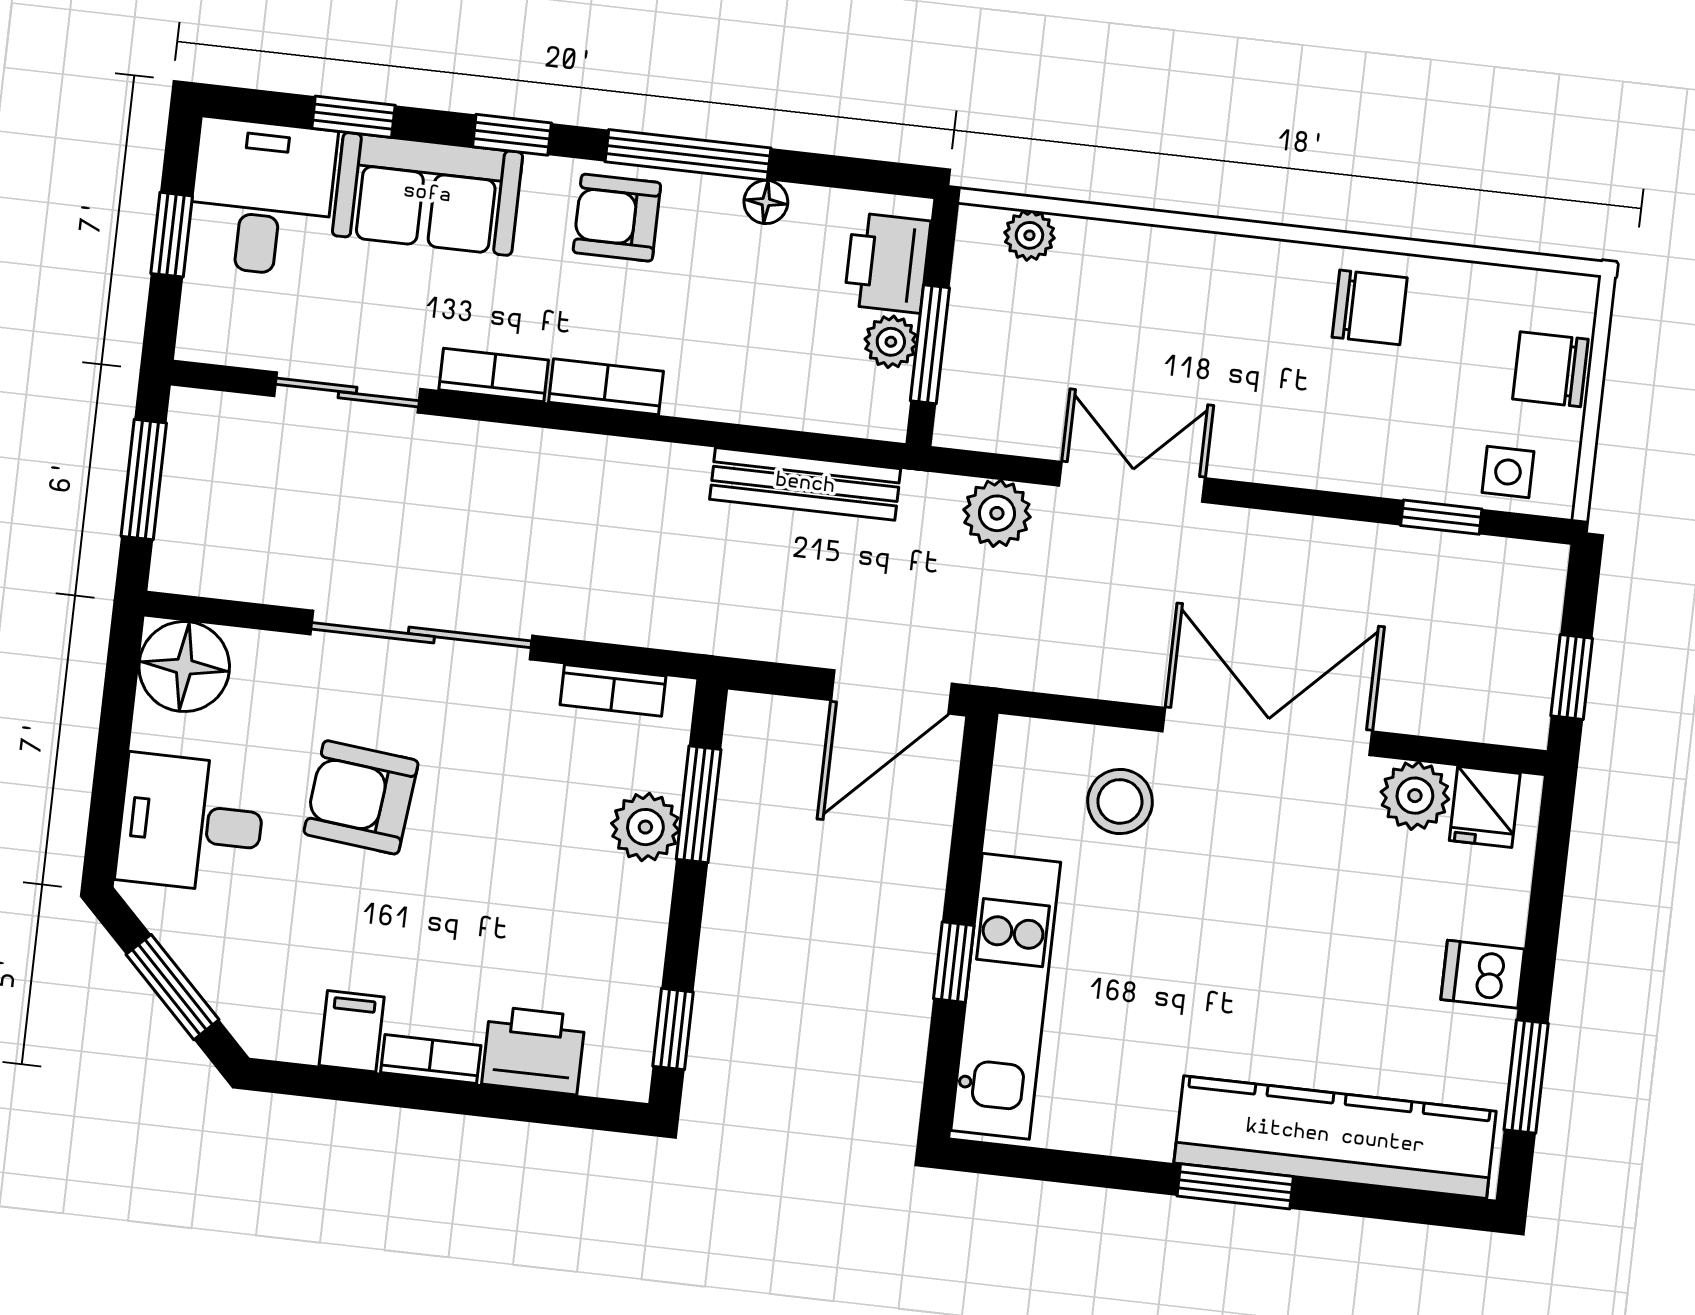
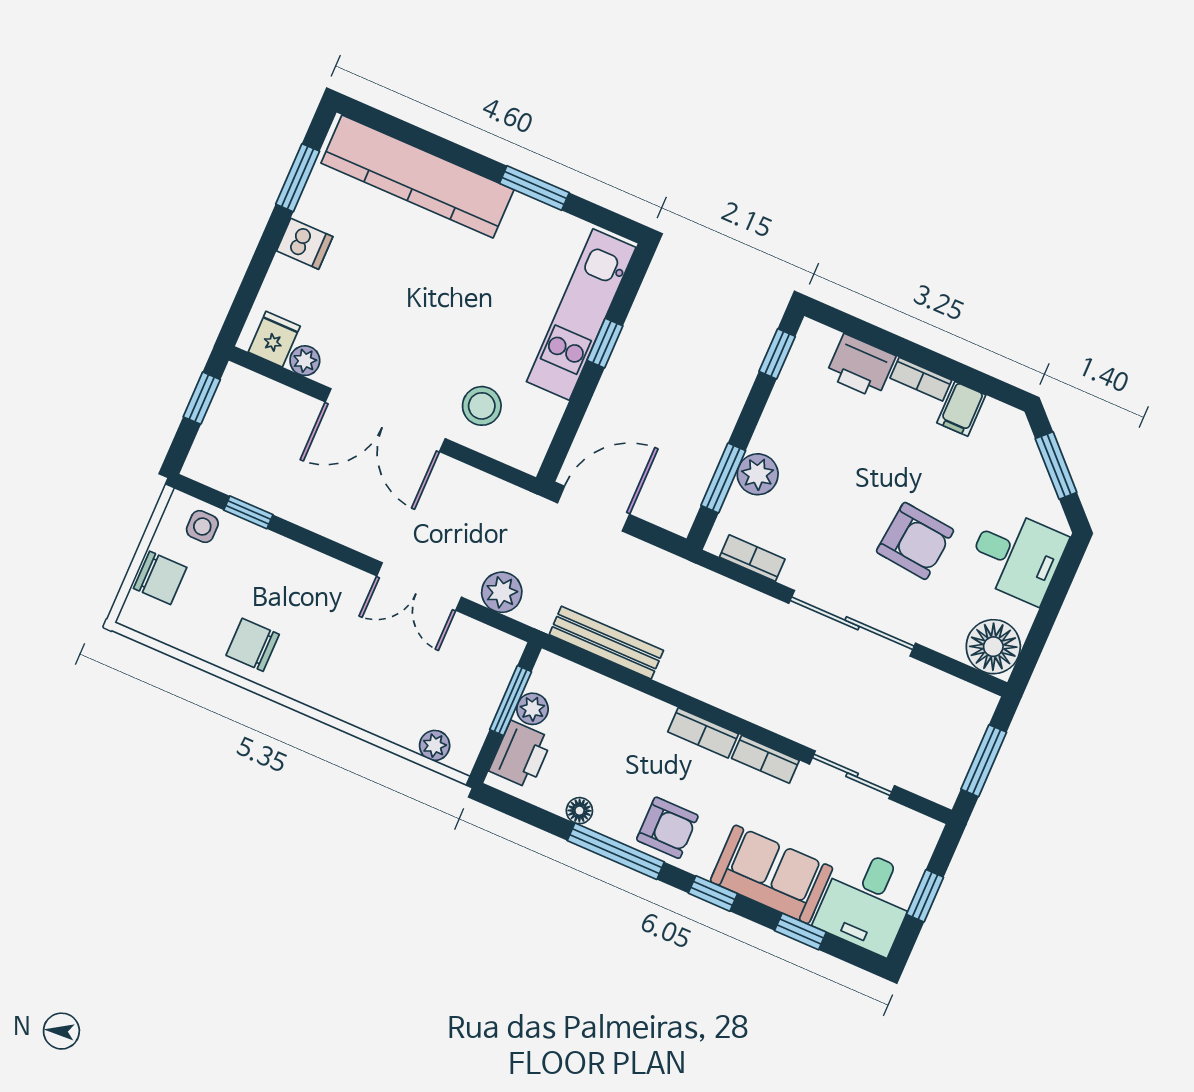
plant: (1415, 796) -> (305, 361), width x0.73, depth x0.73
window: (1235, 1186) -> (534, 188), moved

